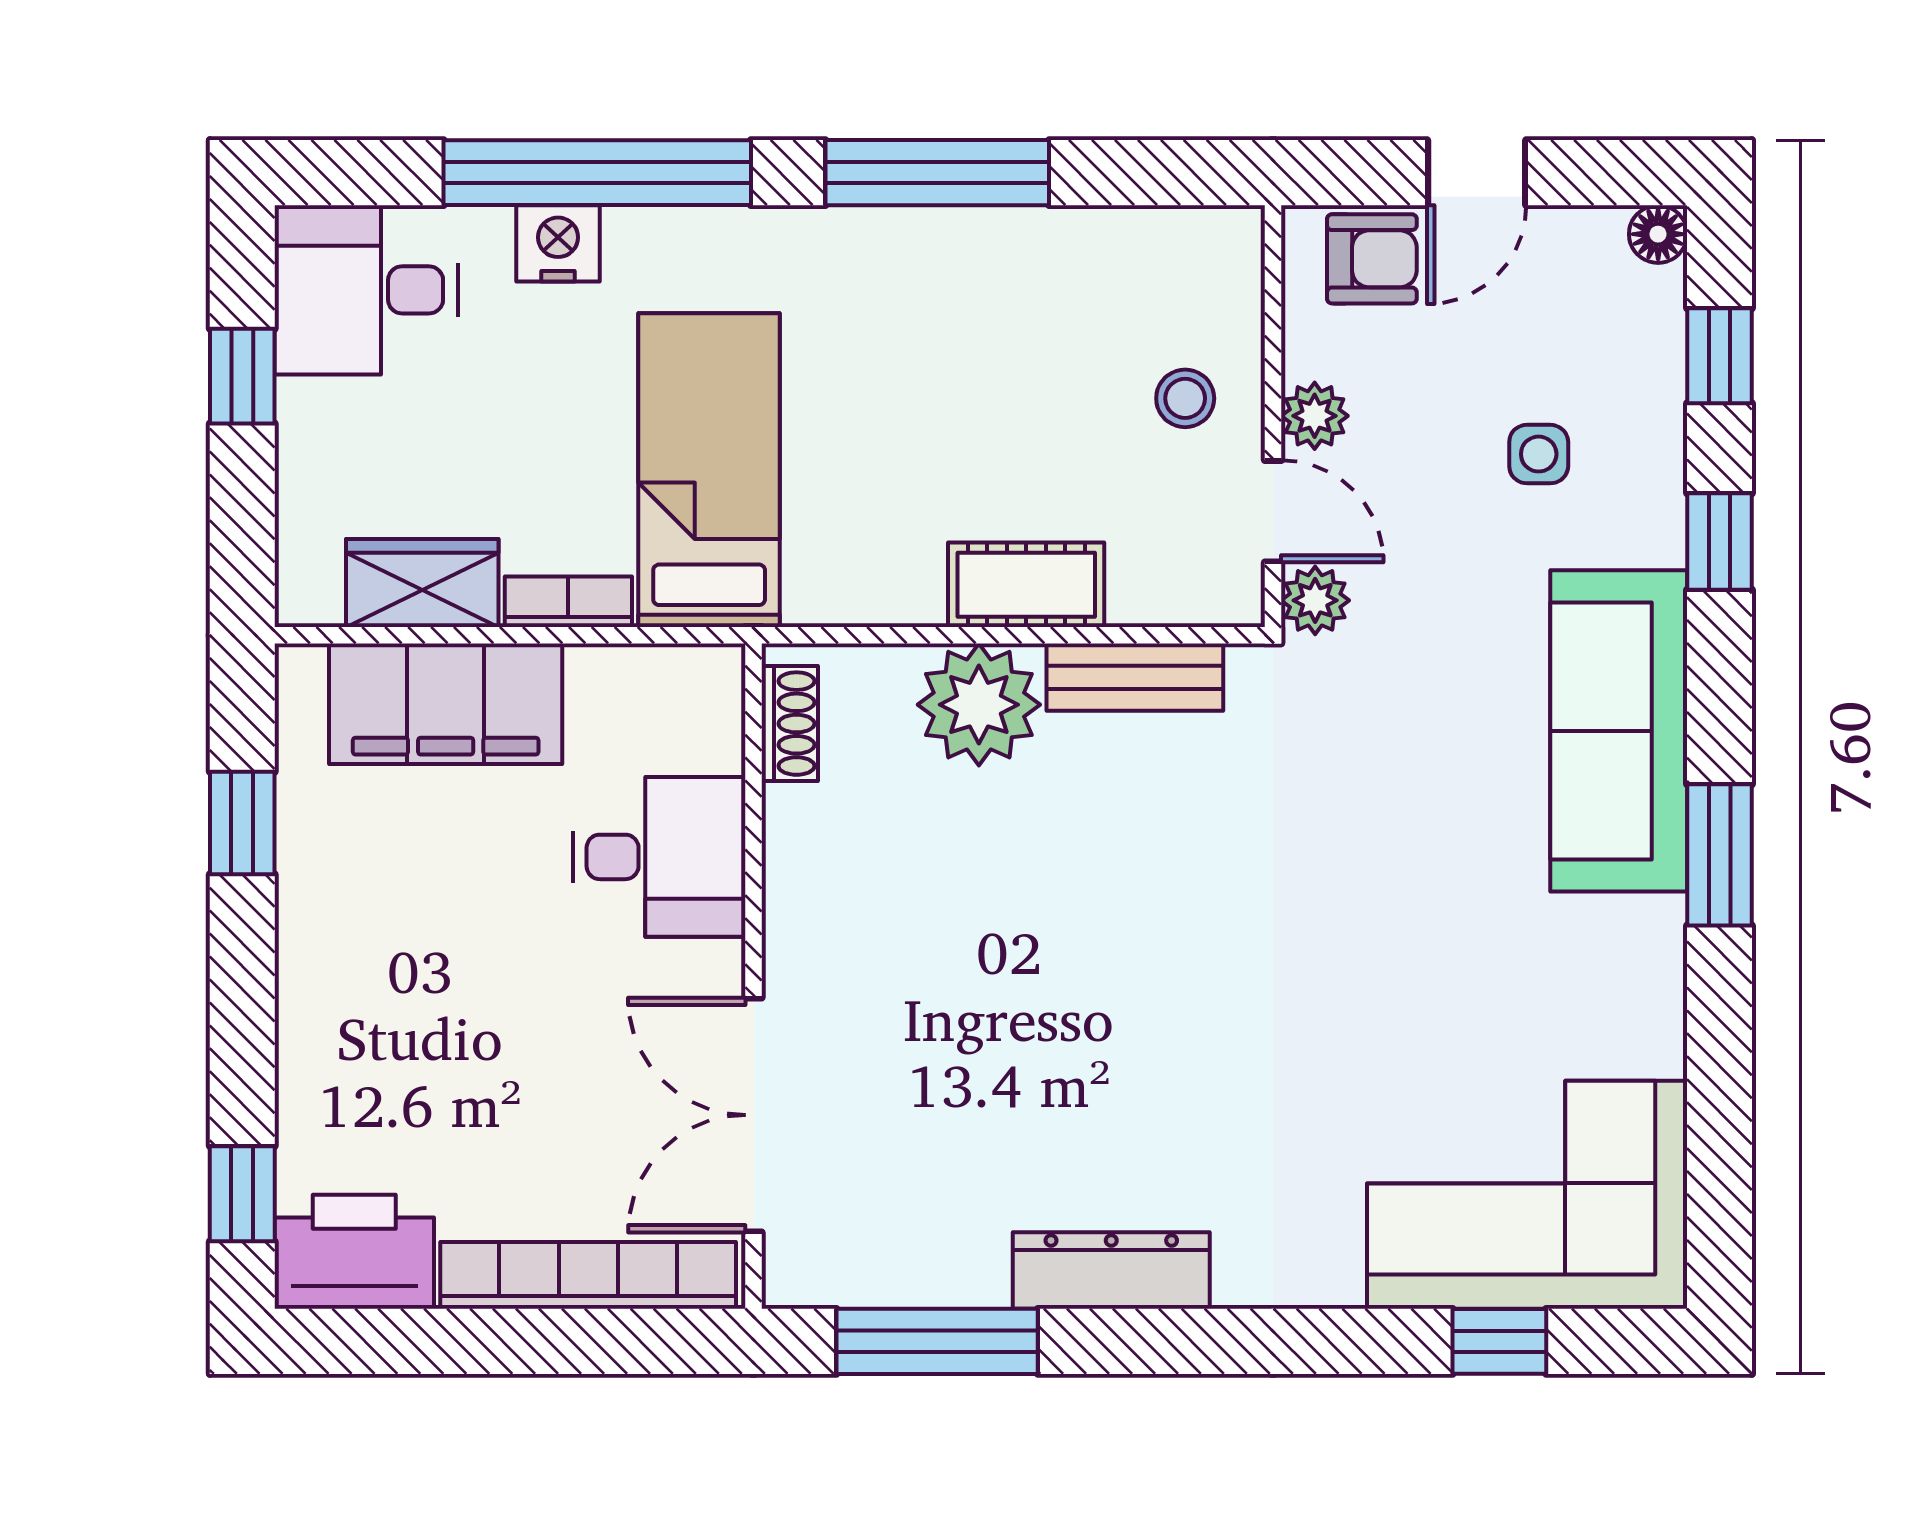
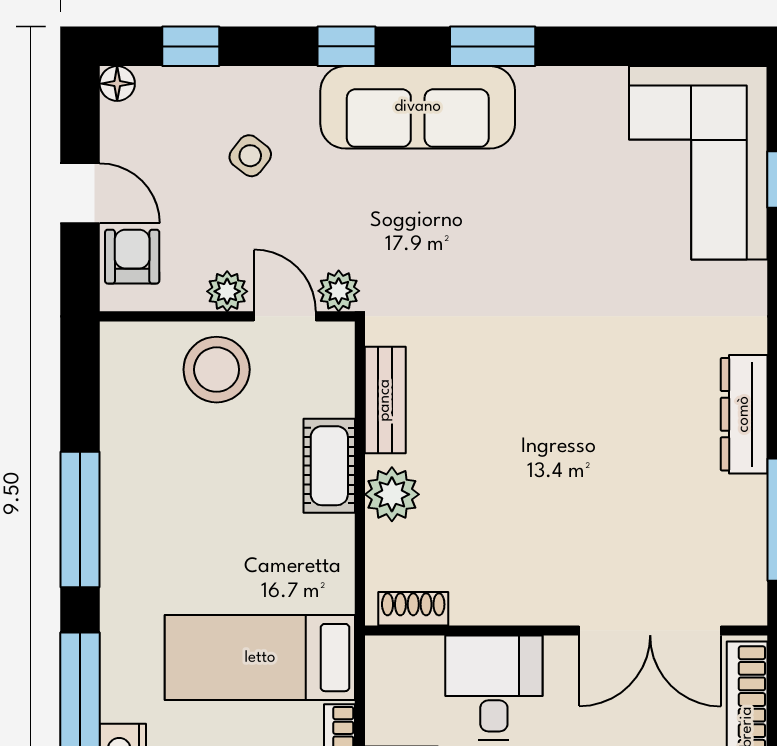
stool: (1185, 398) -> (217, 370), width x1.89, depth x1.89
side table: (1539, 454) -> (250, 156), turned 38
door: (1273, 511) -> (285, 316), hinge flipped
window: (1719, 542) -> (347, 46), moved
plant: (979, 705) -> (392, 494), width x0.73, depth x0.73

